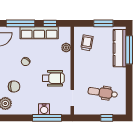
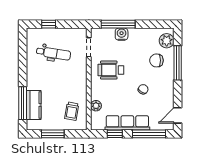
kitchen counter: (120, 48) -> (34, 105), width x0.67

